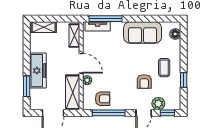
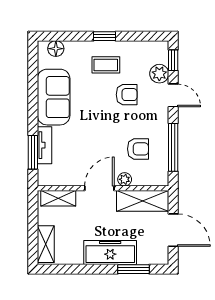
window: (105, 19) -> (33, 152), width x0.69
tv unit: (98, 26) -> (44, 145), moved
window: (184, 80) -> (104, 36), moved
armchair: (103, 99) -> (138, 149), moved, turned 90

